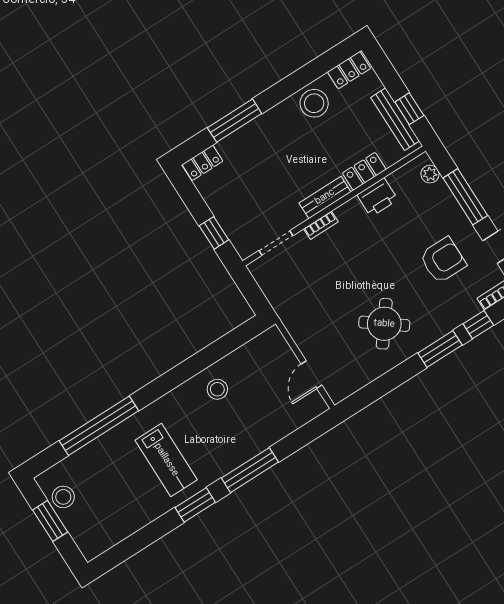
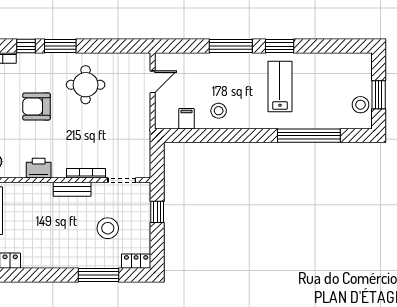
stool: (314, 103) -> (108, 228), moved
locker: (364, 171) -> (36, 190), removed
bookcase: (321, 225) -> (86, 173), width x1.56
armchair: (443, 260) -> (36, 106), moved
round table: (384, 324) -> (86, 85), turned -37
filing cabinet: (247, 358) -> (186, 119), added

